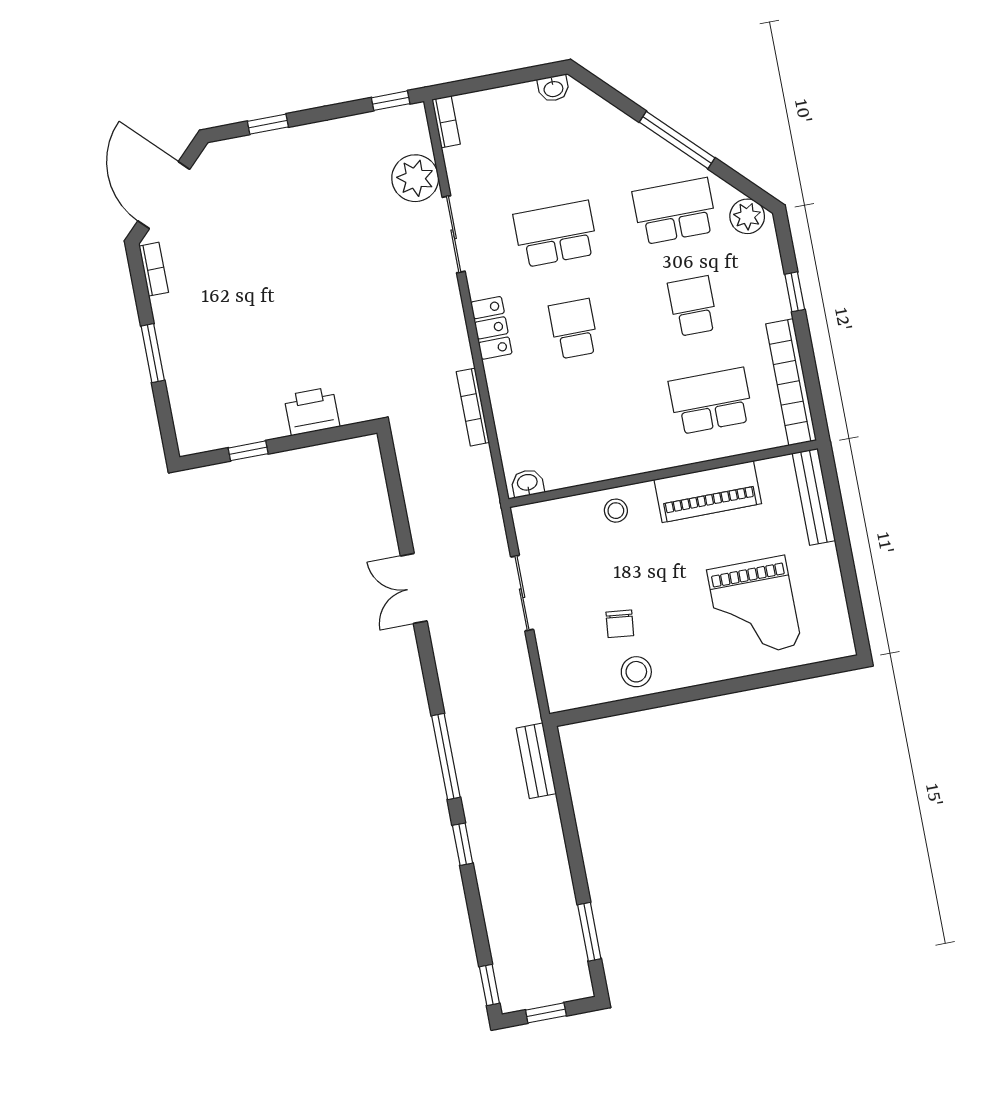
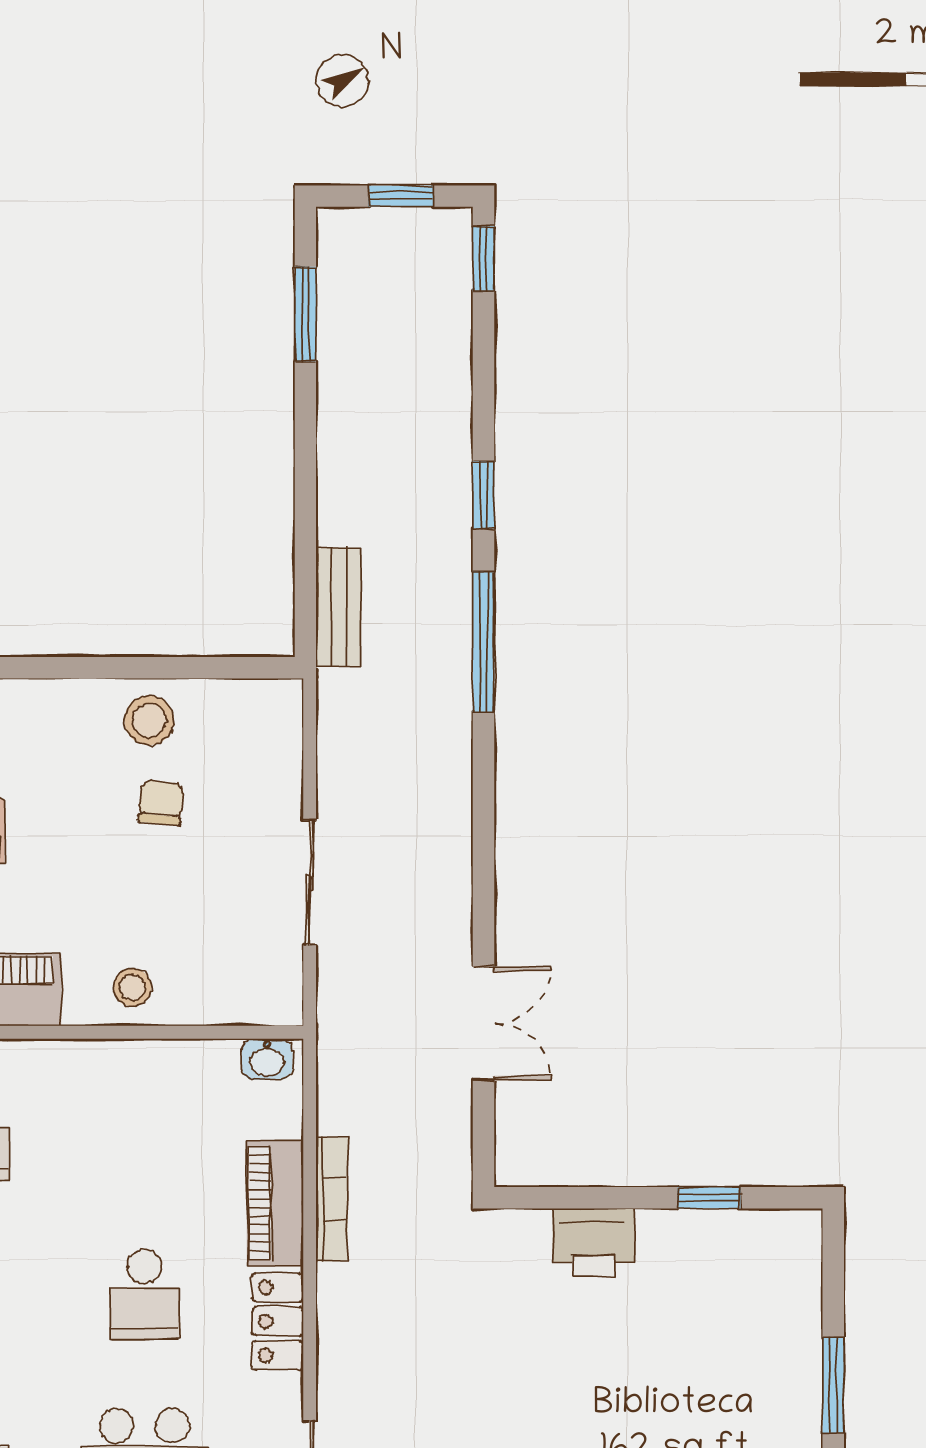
piano: (506, 398) -> (275, 1203), added
double door: (414, 588) -> (483, 1024), moved

